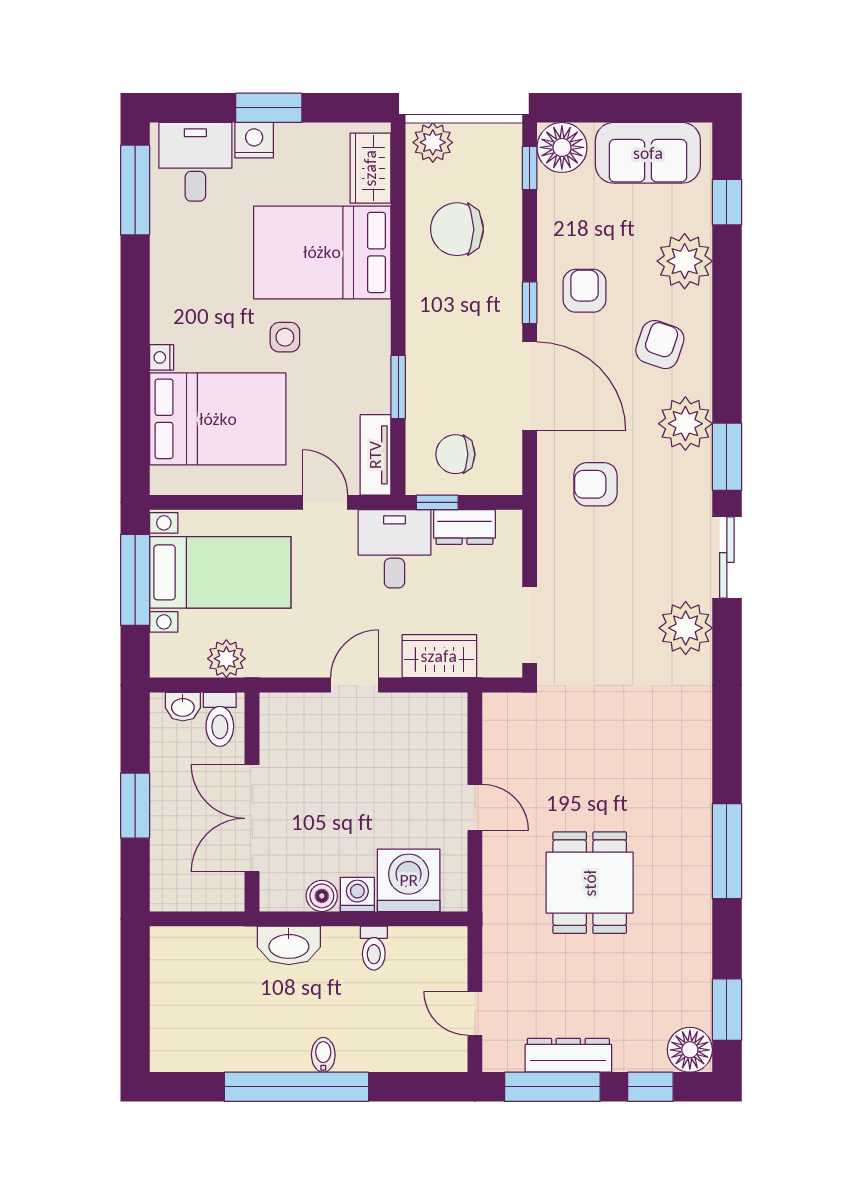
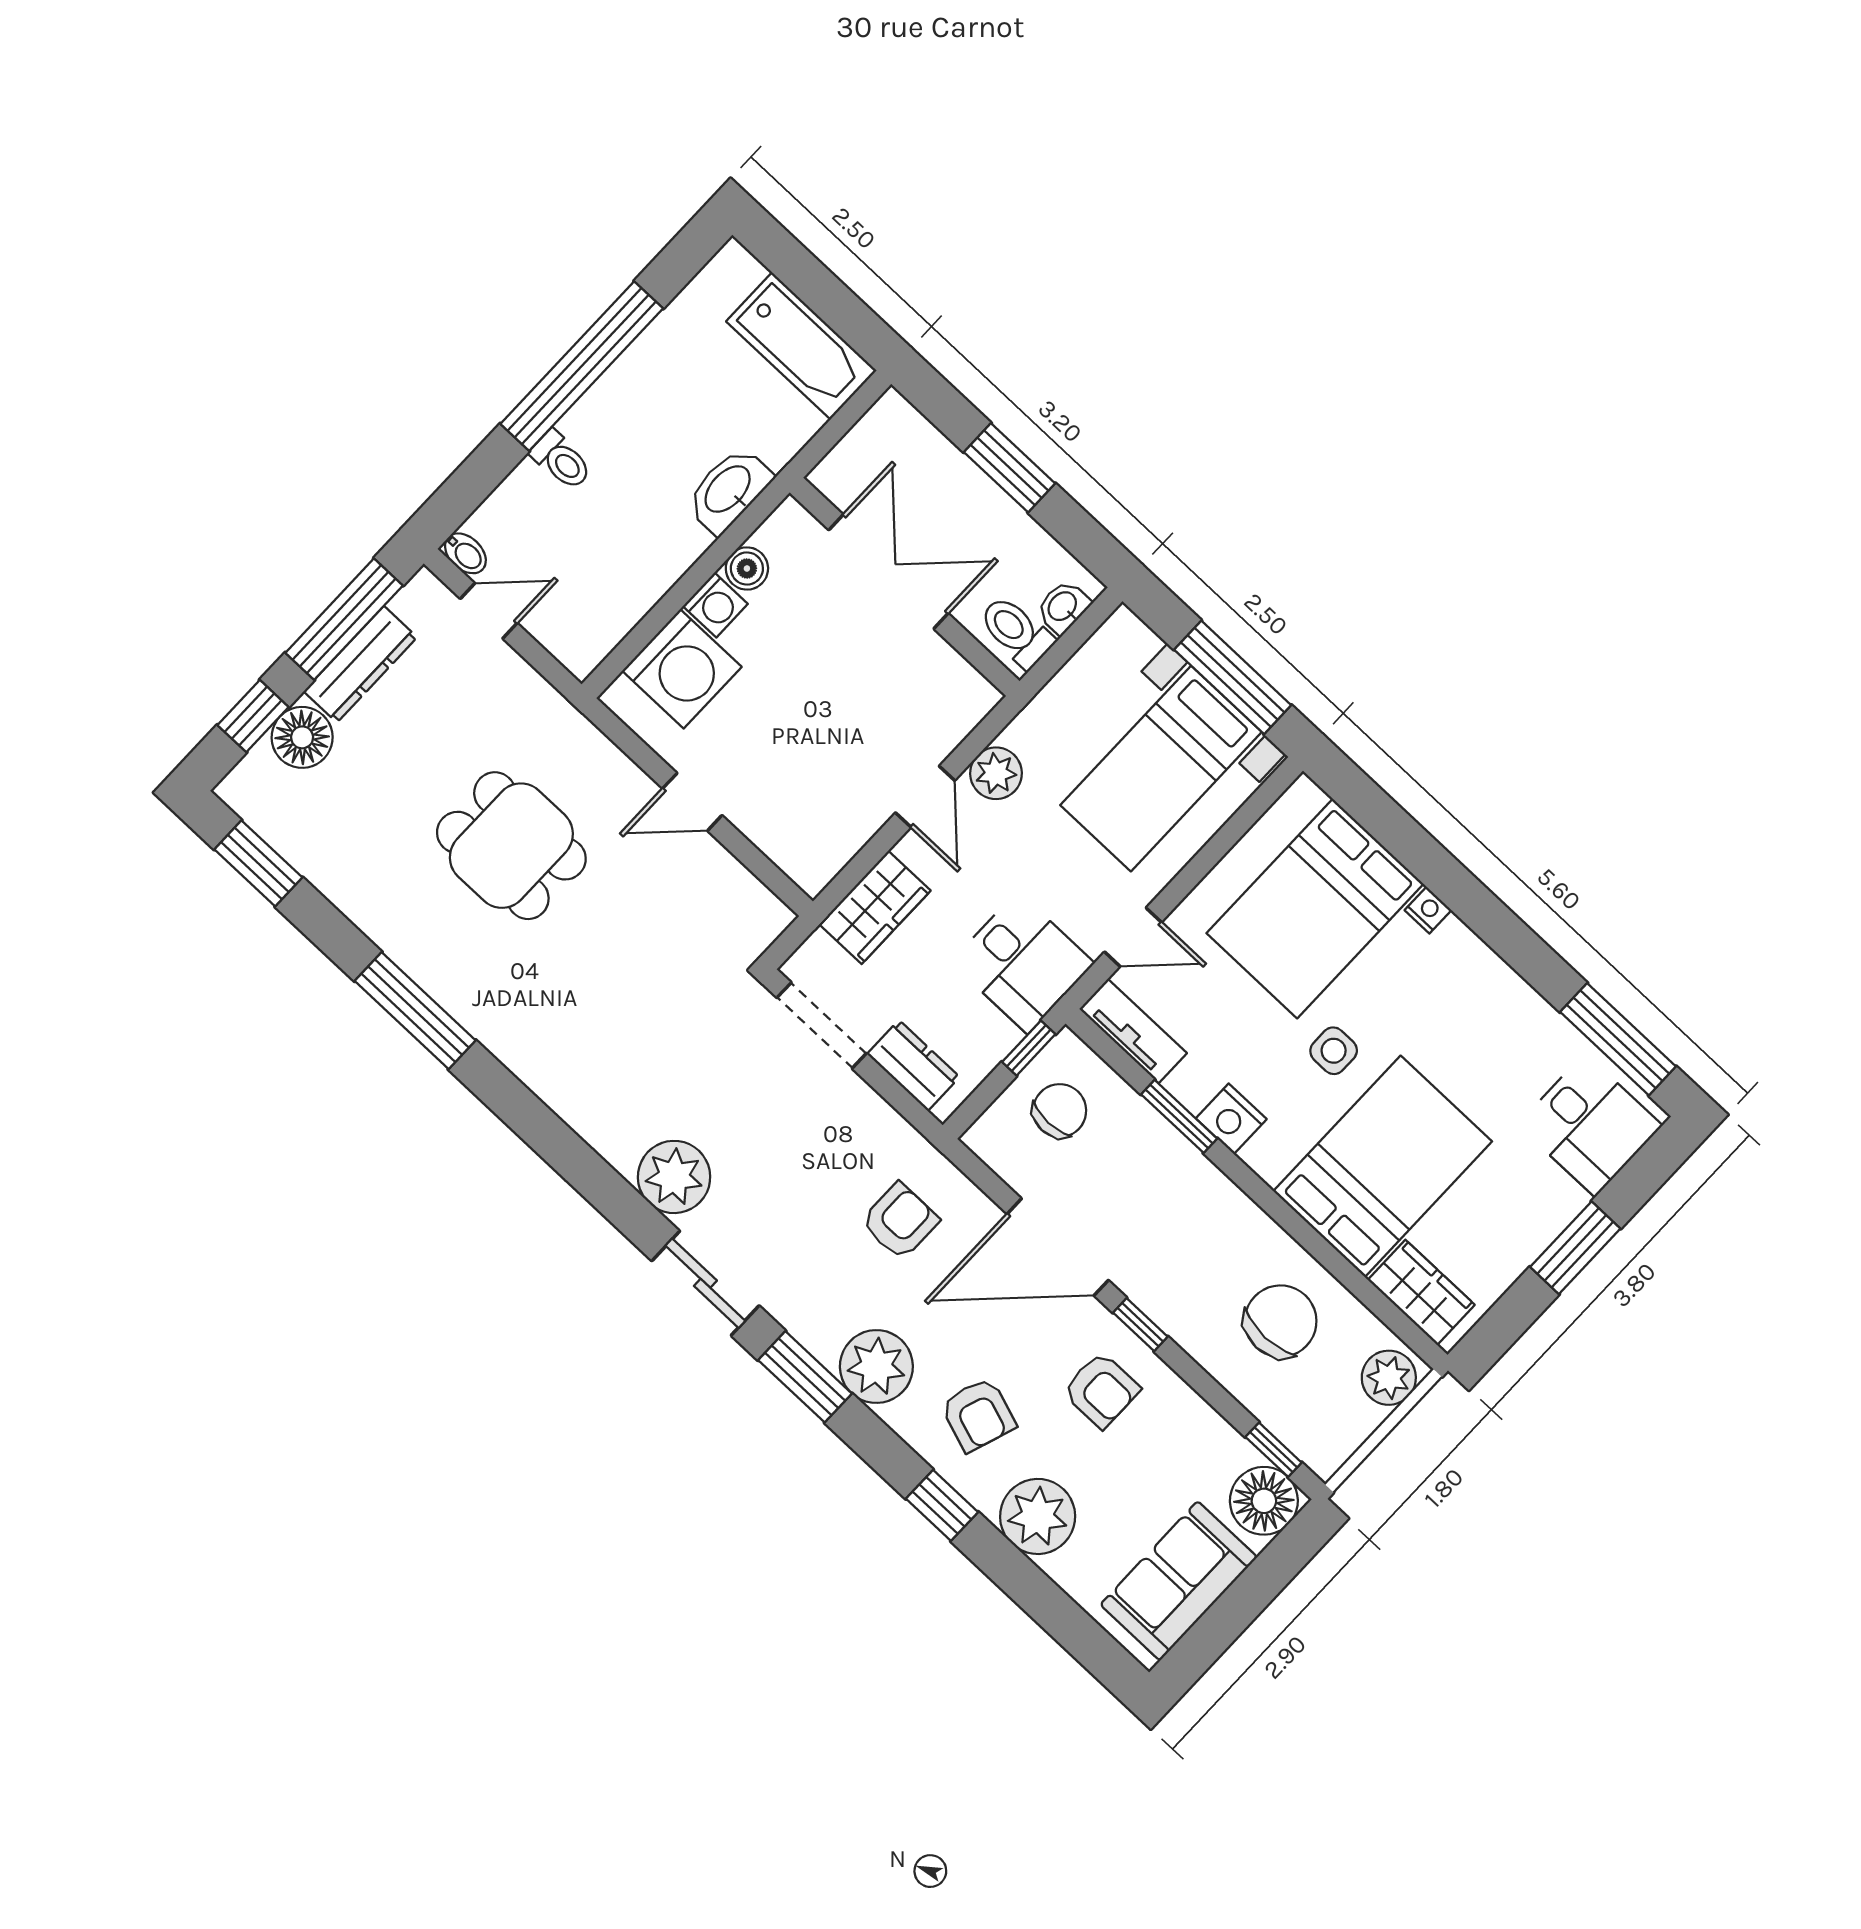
nightstand: (254, 140) -> (1231, 1119), moved, turned 90
window: (727, 202) -> (942, 1505), moved
dresser: (465, 527) -> (913, 1066), moved, turned 90
plant: (226, 659) -> (996, 773), moved
toilet: (374, 948) -> (561, 460), moved, turned 180
bathtub: (175, 979) -> (801, 346), added
floor lamp: (690, 1050) -> (302, 737), moved
bidet: (323, 1055) -> (465, 553), moved

